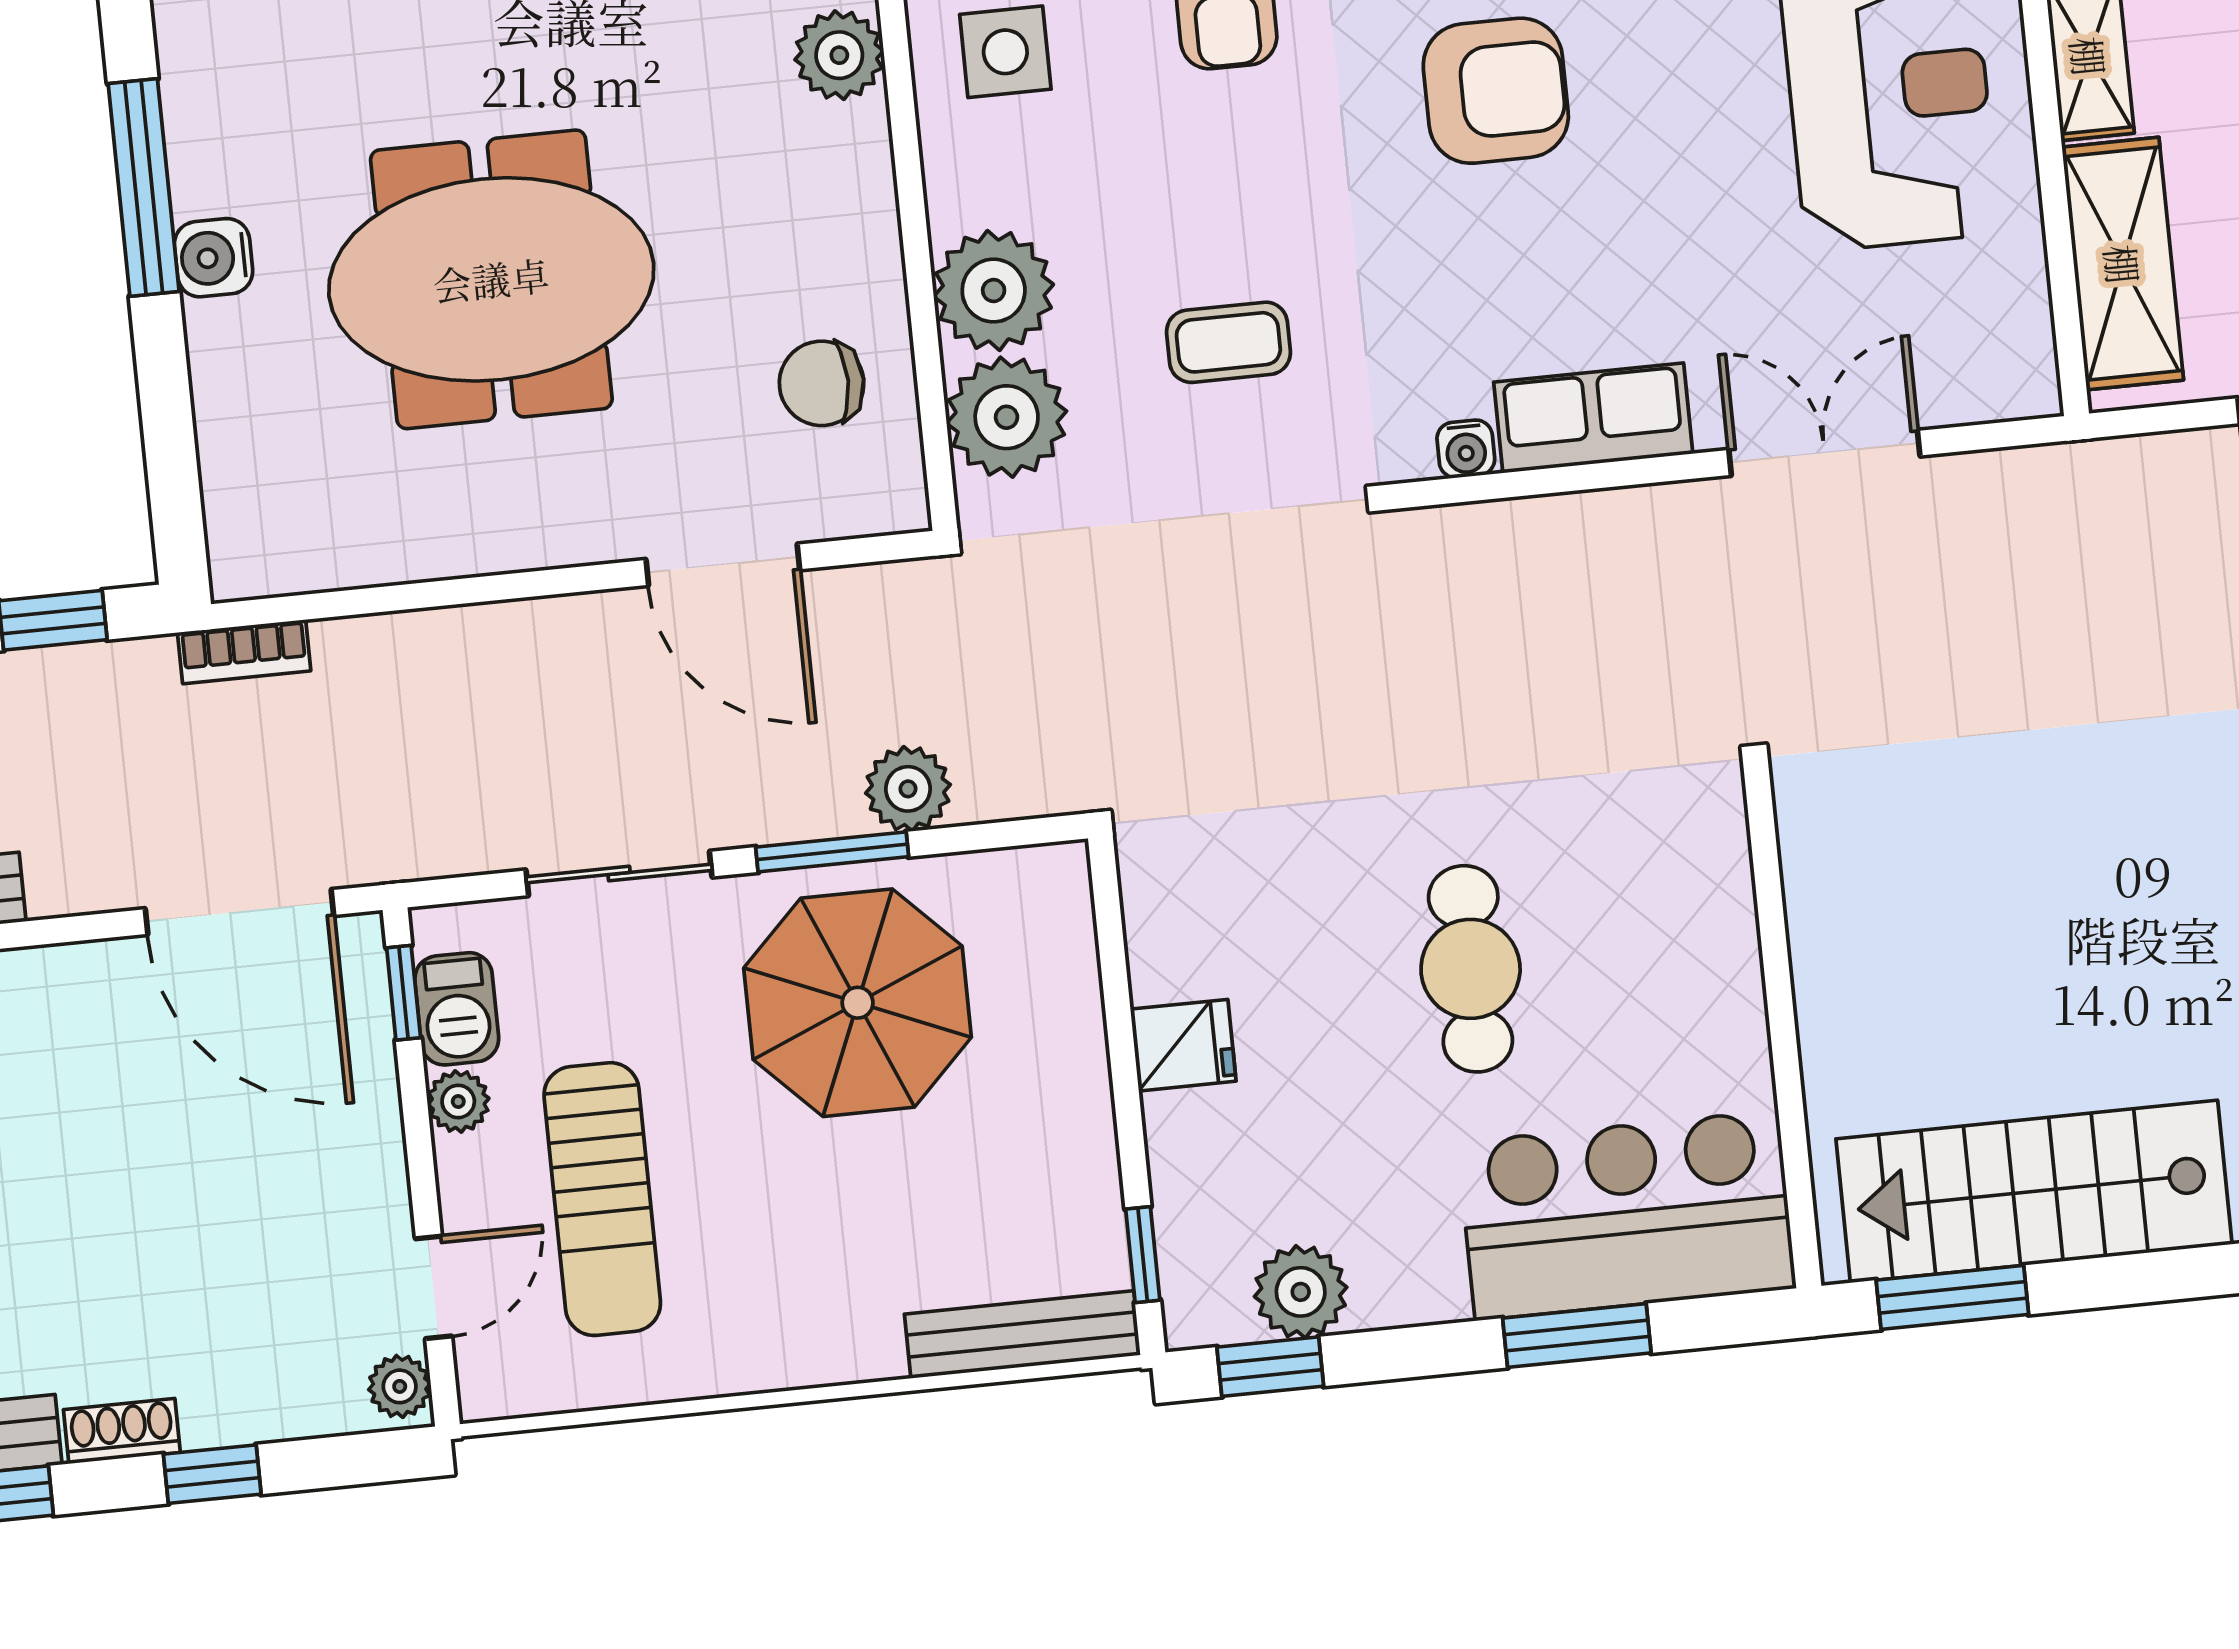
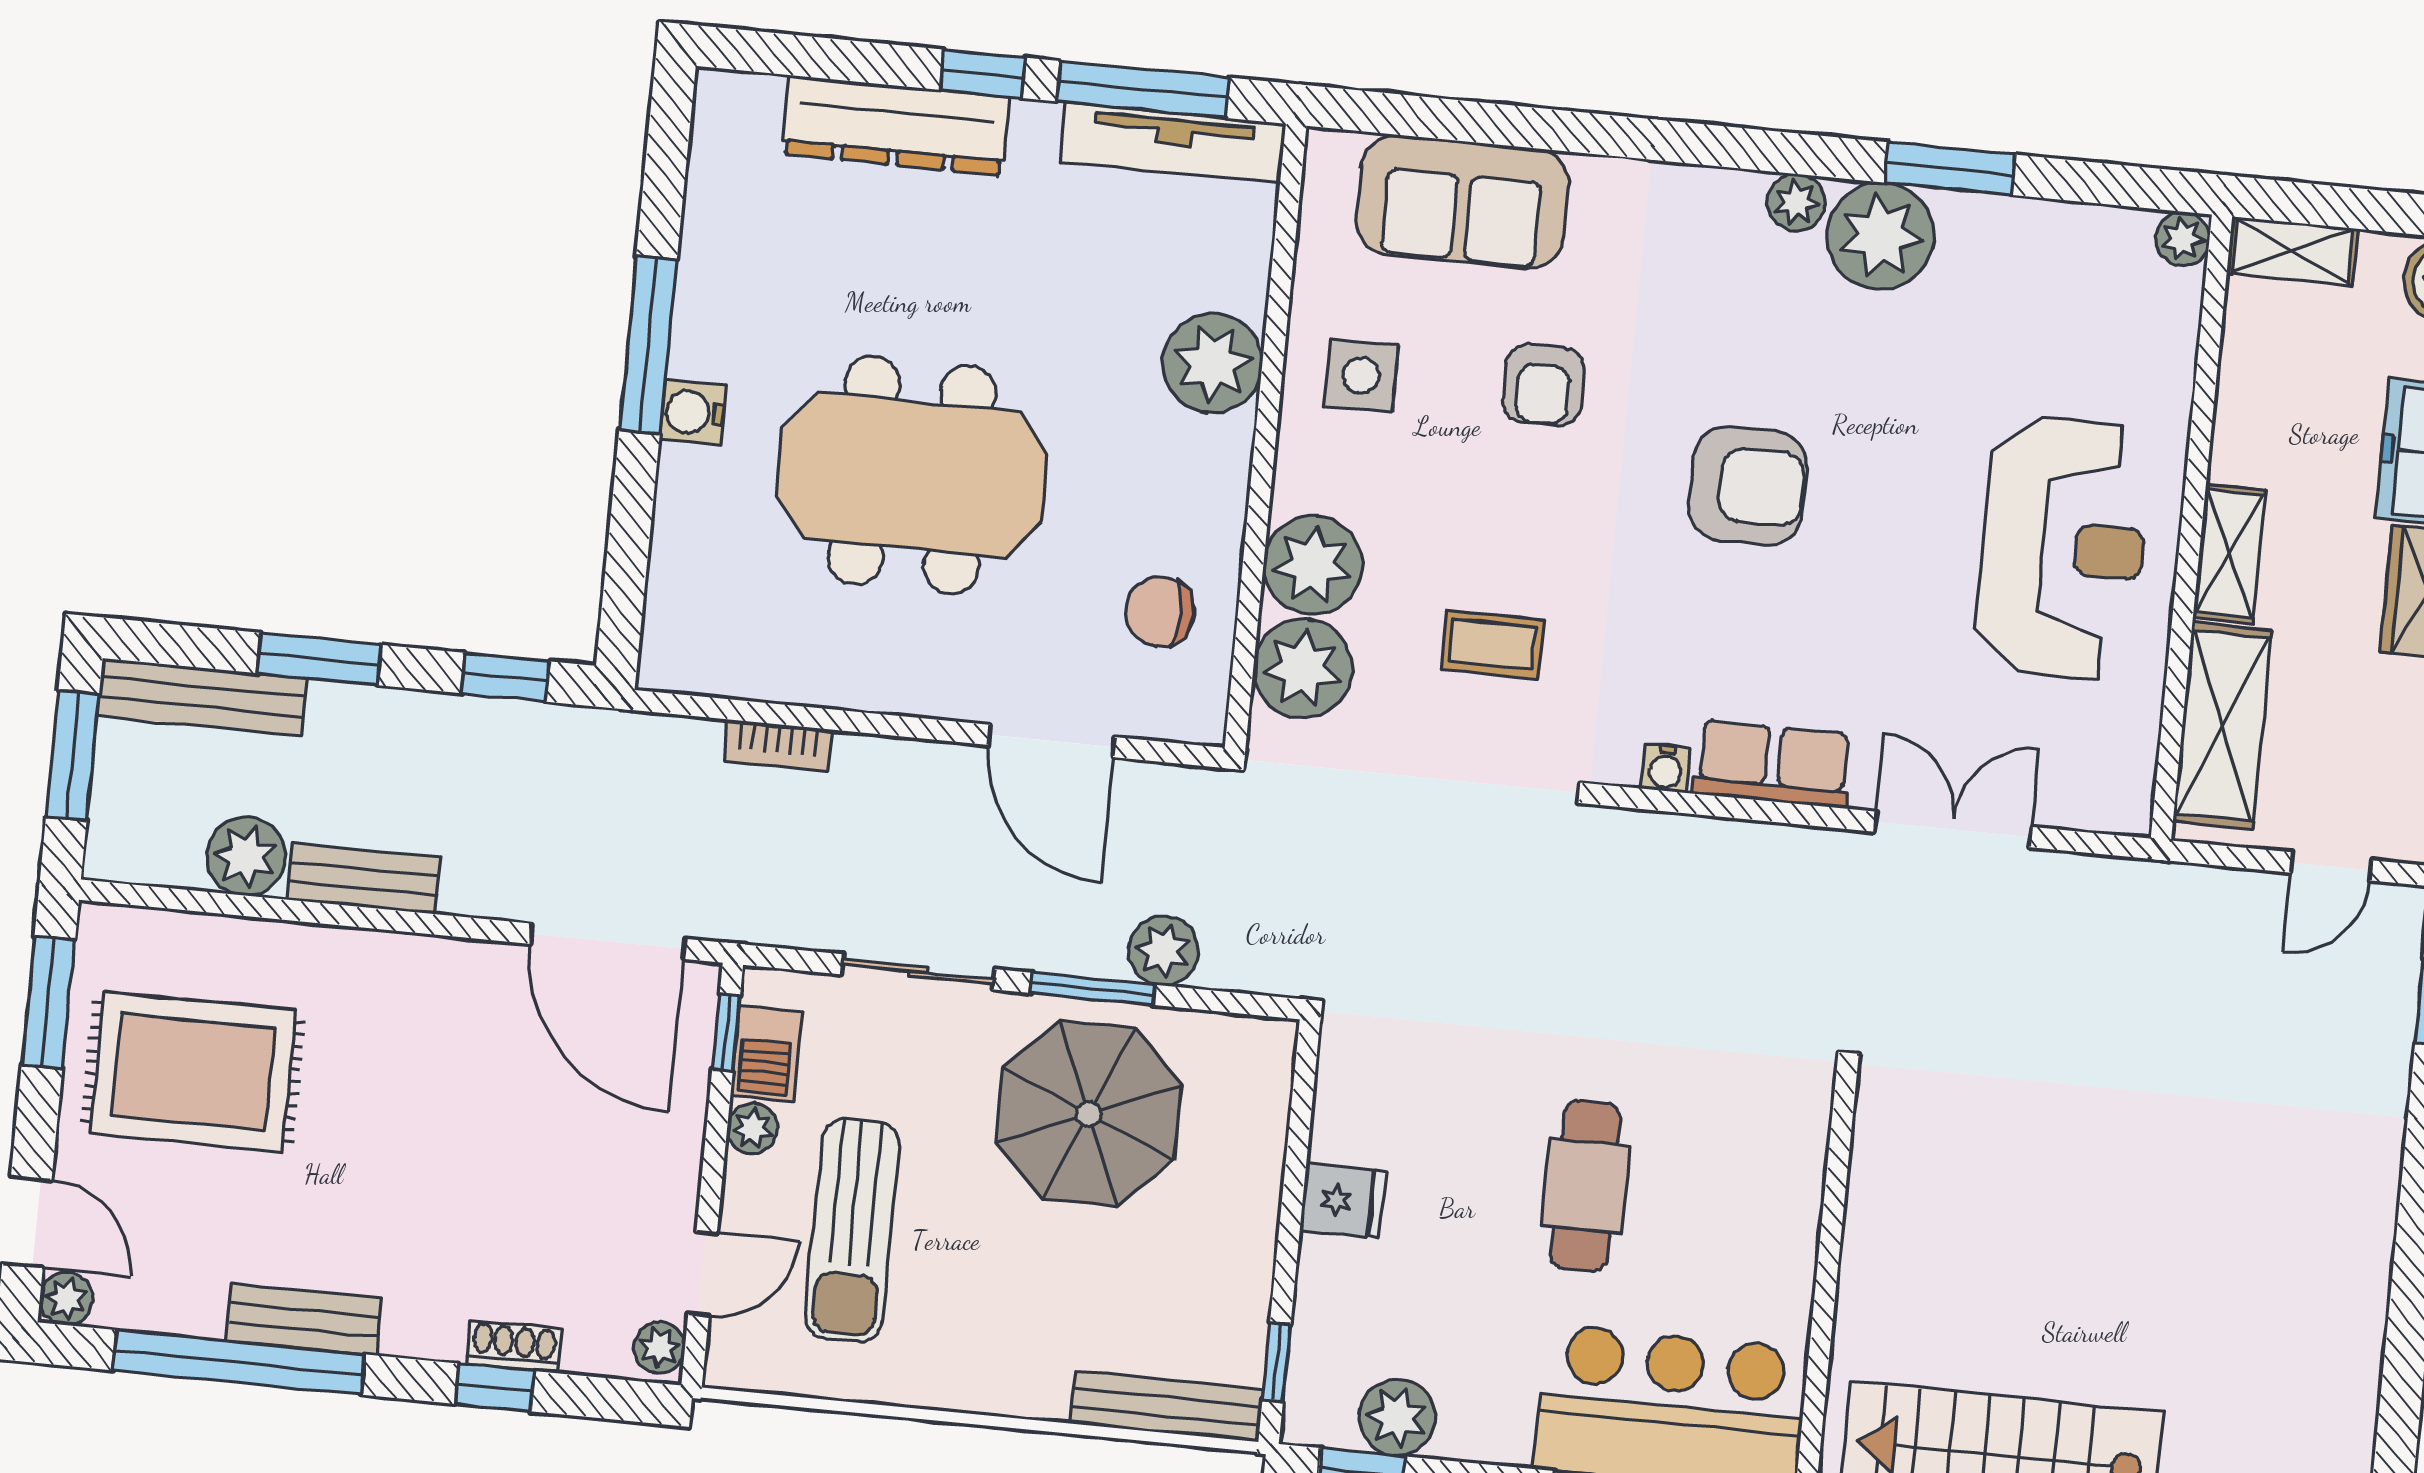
plant: (839, 55) -> (1213, 363), width x1.36, depth x1.36
bookcase: (244, 652) -> (778, 745), moved
shoe rack: (122, 1431) -> (514, 1347), moved

